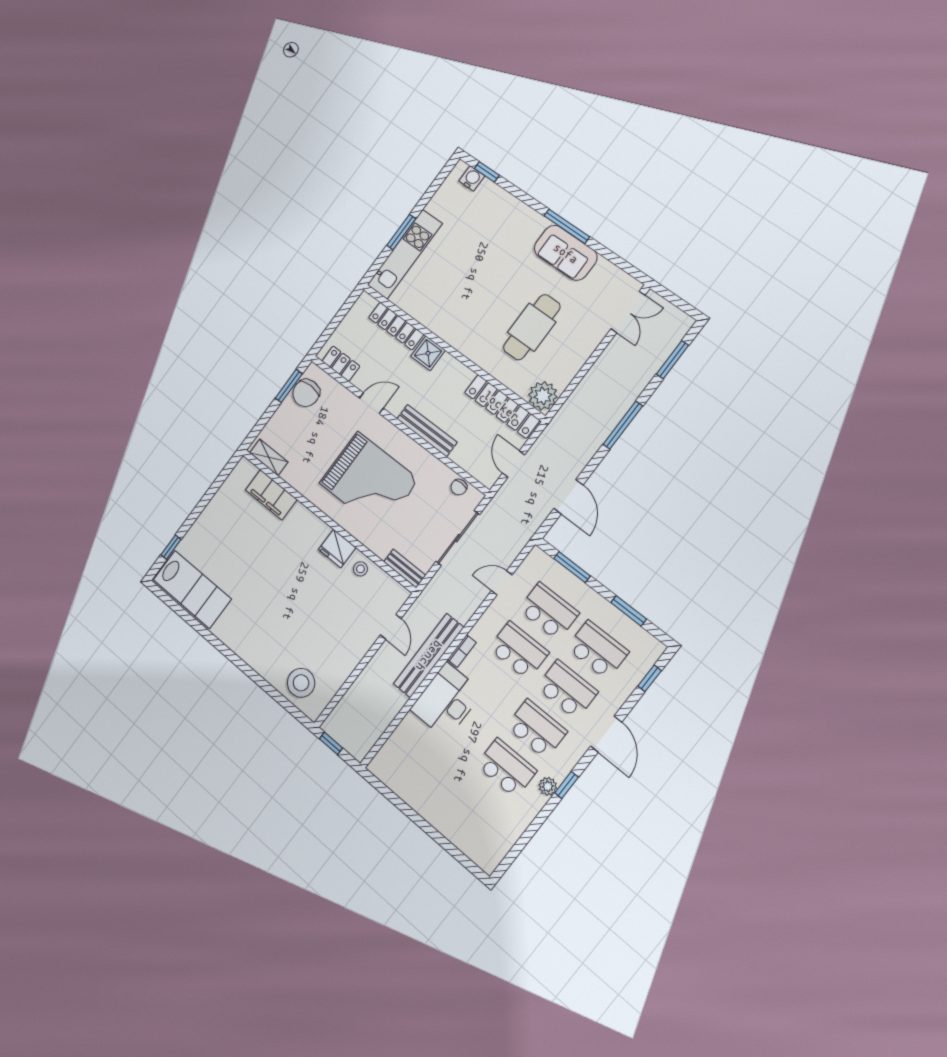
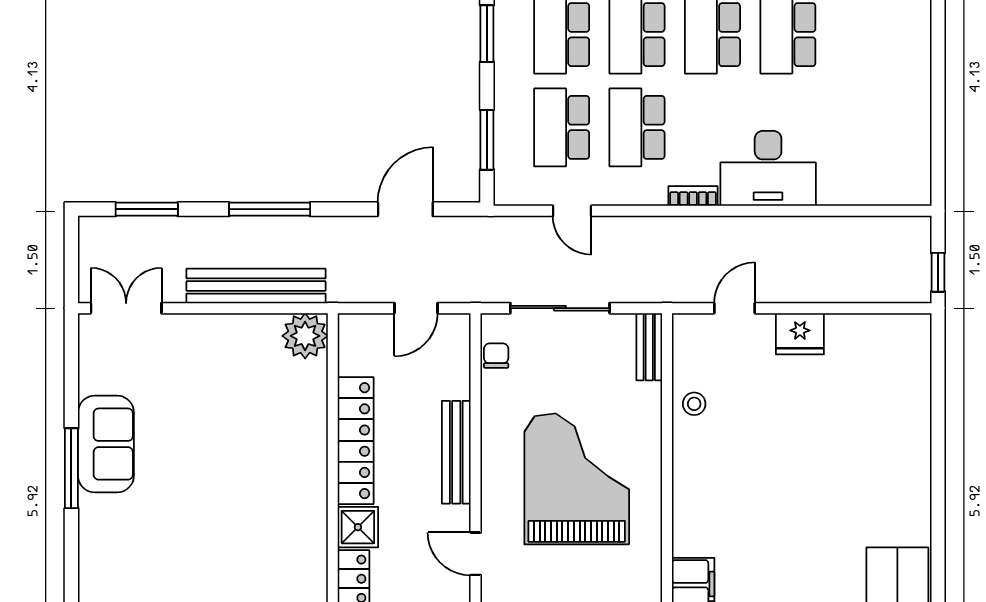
cafe table: (532, 327) -> (230, 416), removed
locker: (502, 406) -> (356, 441), moved
chair: (459, 487) -> (496, 356), turned -90
fridge: (337, 548) -> (800, 334), moved, turned 90
bench: (429, 656) -> (256, 286), moved
stool: (301, 683) -> (896, 370), removed

